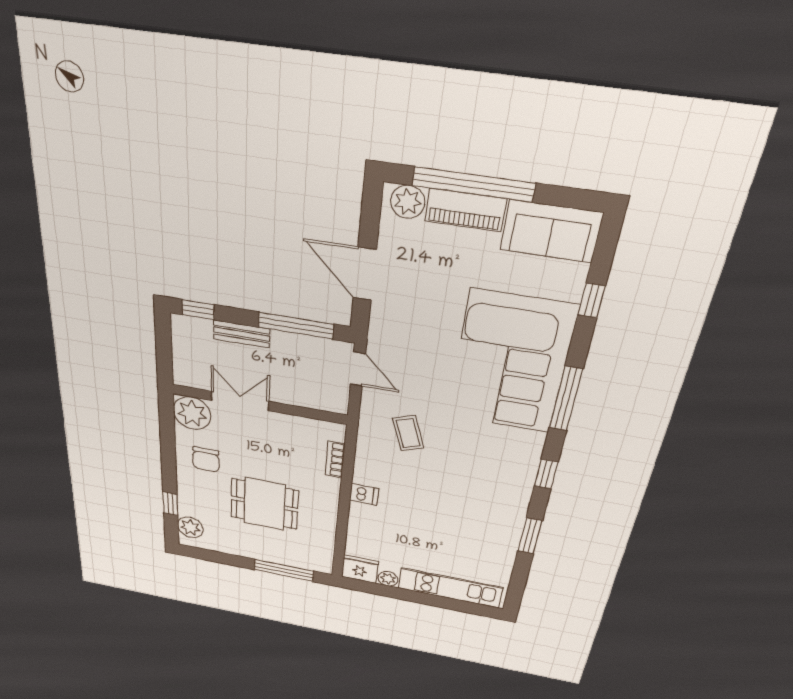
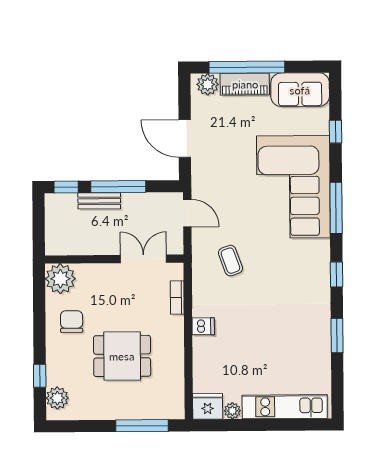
window: (296, 326) -> (118, 187), moved
double door: (240, 401) -> (143, 259), moved
chair: (206, 459) -> (72, 322), turned 180

